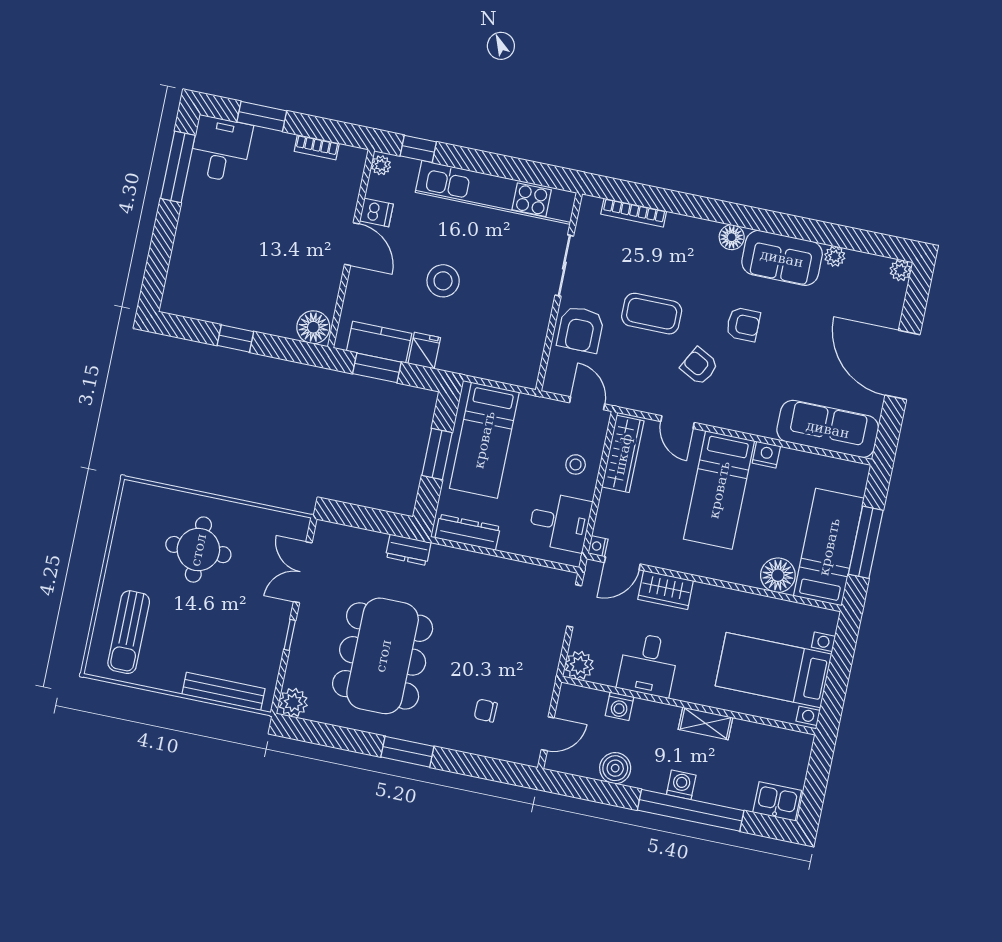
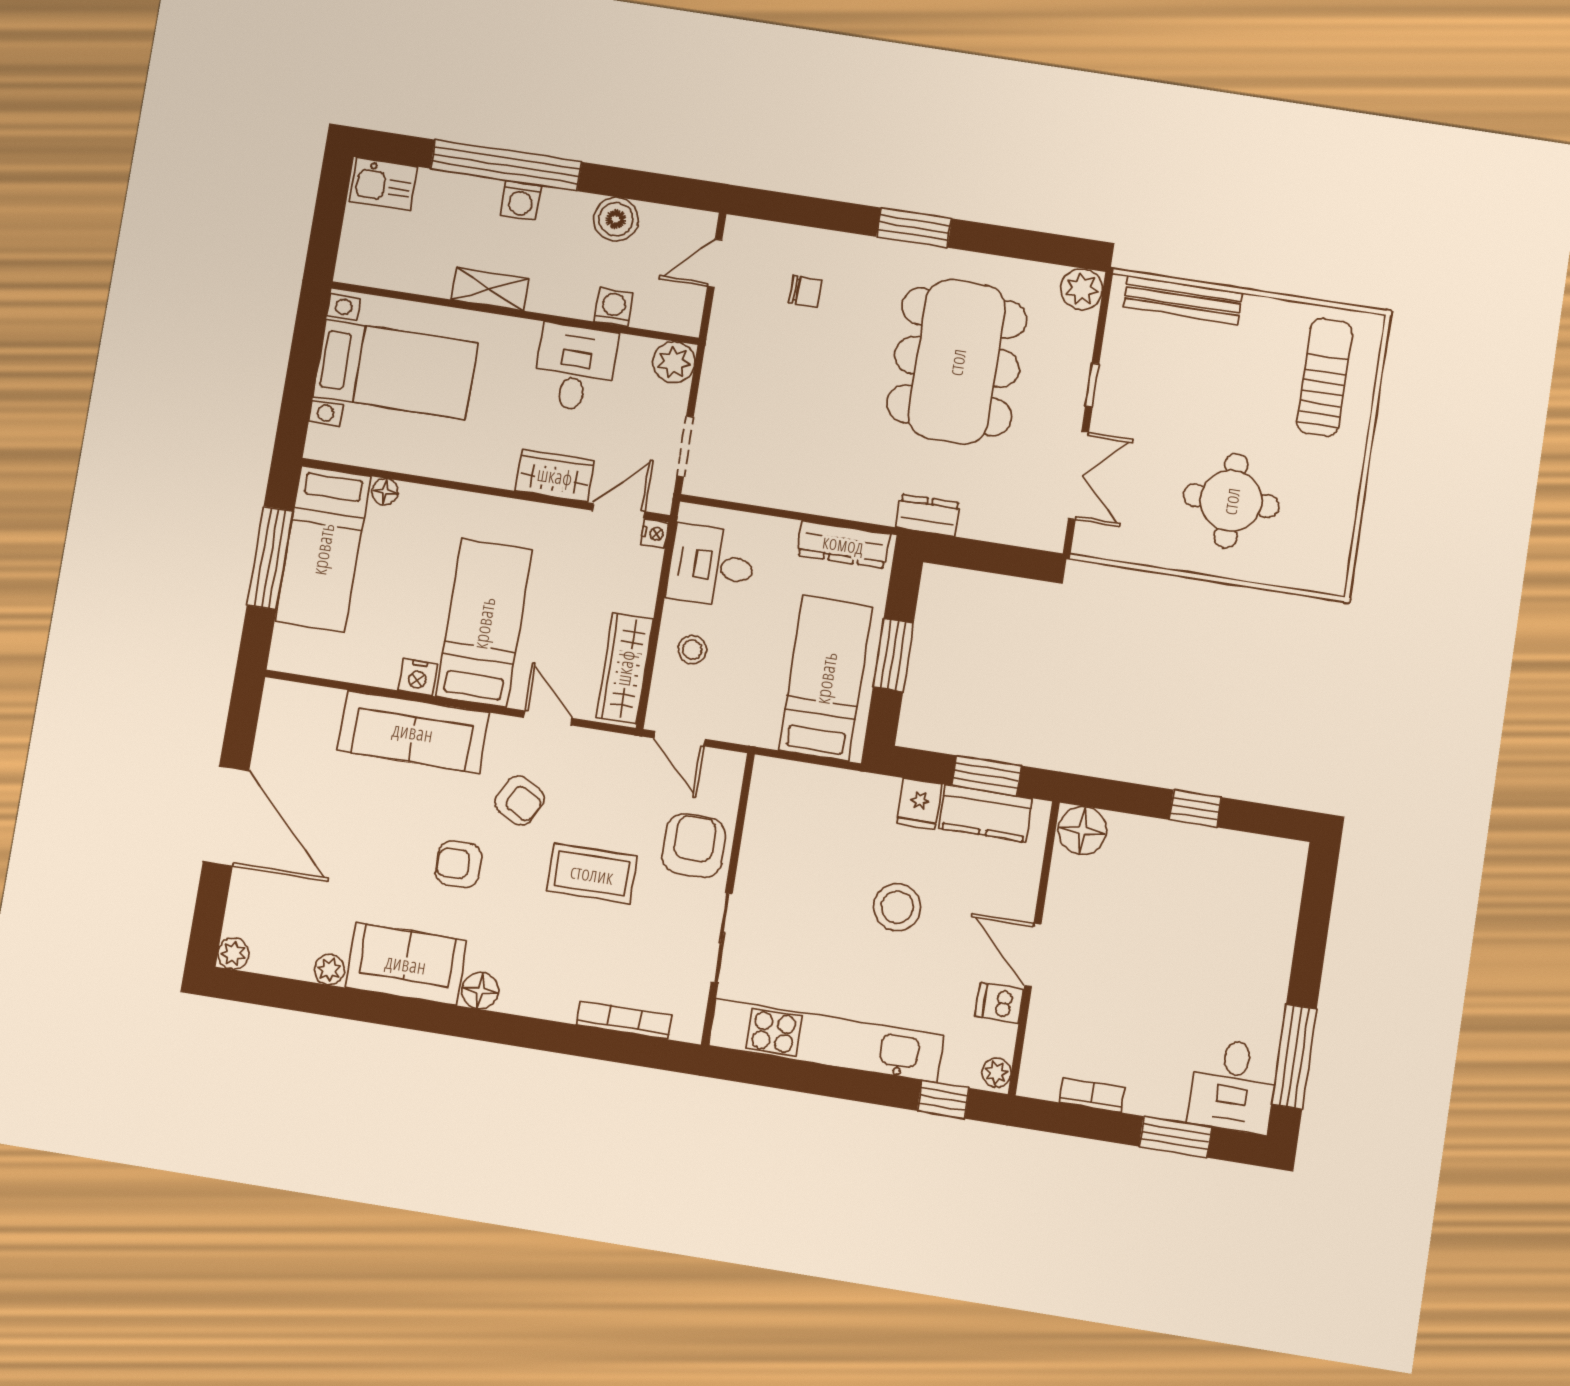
sofa: (828, 429) -> (413, 732), moved
floor lamp: (778, 575) -> (385, 492), width x0.53, depth x0.53

